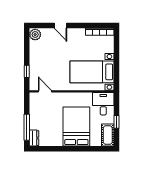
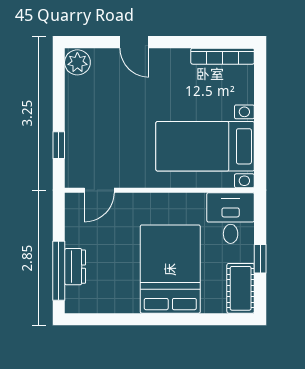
door: (45, 91) -> (99, 190), swing flipped
dresser: (34, 138) -> (75, 267), moved

